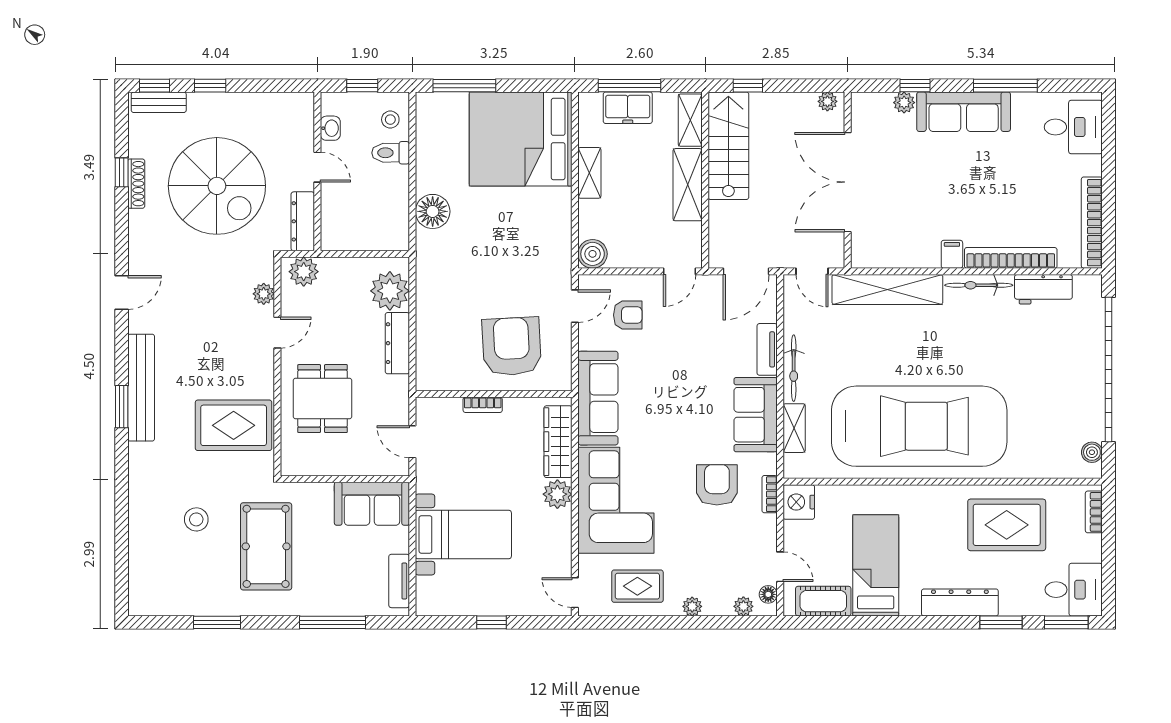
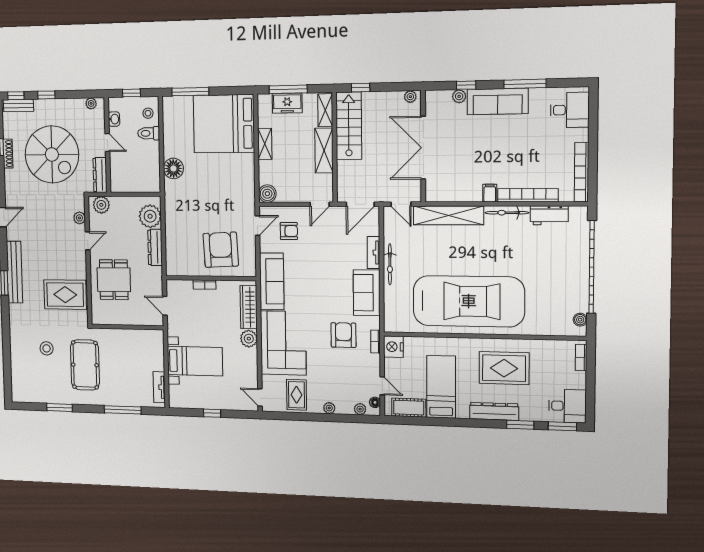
plant: (290, 101) -> (91, 103), added
shelving: (794, 428) -> (390, 301), removed
sofa: (372, 504) -> (143, 342), removed
rug: (1007, 525) -> (504, 368), moved
rug: (637, 586) -> (297, 395), turned 90

